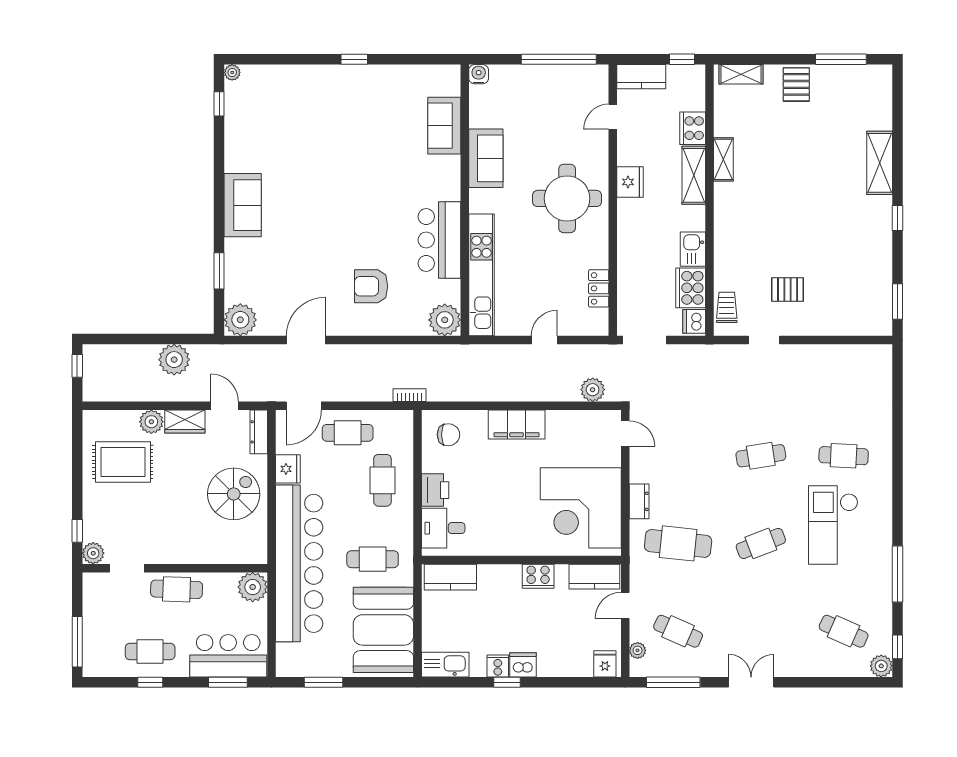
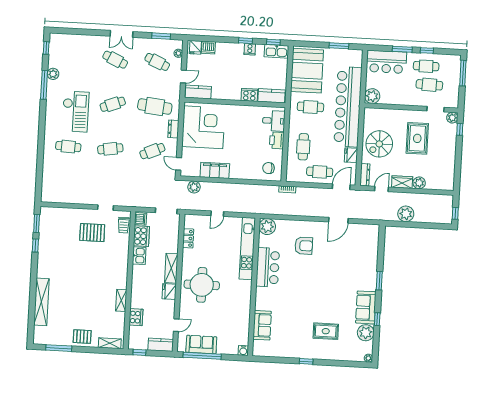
pallet: (796, 84) -> (82, 337), turned 90
window: (219, 104) -> (377, 319), moved
rug: (319, 121) -> (326, 331), added
sofa: (486, 158) -> (201, 345), moved, turned 90
shelving: (880, 163) -> (41, 302), width x1.47
shelving: (694, 175) -> (171, 268), moved
sofa: (243, 205) -> (366, 307), moved
window: (898, 218) -> (35, 245), moved
window: (219, 271) -> (379, 281), moved
pallet: (788, 290) -> (92, 233), width x1.50, depth x1.42
plant: (240, 320) -> (366, 333), moved
door: (225, 406) -> (381, 189), swing flipped
filing cabinet: (517, 424) -> (215, 170), moved
cafe table: (678, 456) -> (152, 151), added
rug: (123, 462) -> (417, 138), moved, turned 90
cooker: (538, 576) -> (249, 95), moved
cafe table: (177, 589) -> (429, 85), moved
cafe table: (844, 631) -> (115, 60), moved
dishwasher: (523, 665) -> (208, 48), moved
plant: (881, 666) -> (53, 74), moved
window: (228, 682) -> (402, 49), moved
window: (452, 682) -> (273, 42), added
window: (673, 682) -> (161, 36), width x0.69

